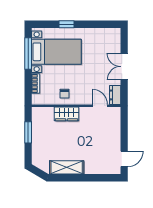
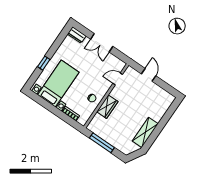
window: (28, 54) -> (46, 104), removed
dresser: (115, 95) -> (77, 35), moved
window: (28, 132) -> (102, 143), width x1.44
door: (124, 159) -> (149, 75), moved

